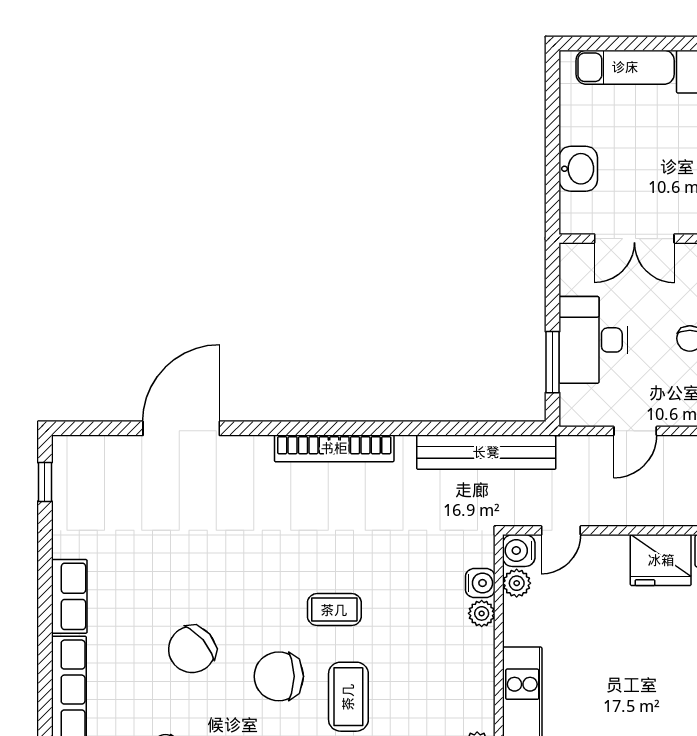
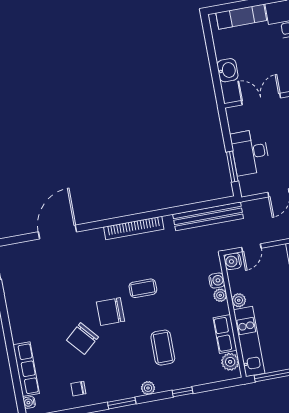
double door: (634, 239) -> (261, 99), swing flipped
plant: (517, 583) -> (239, 300), moved
row of seats: (69, 596) -> (225, 334), moved, turned 180
coffee table: (334, 610) -> (143, 288), moved
chair: (279, 676) -> (110, 312), moved

